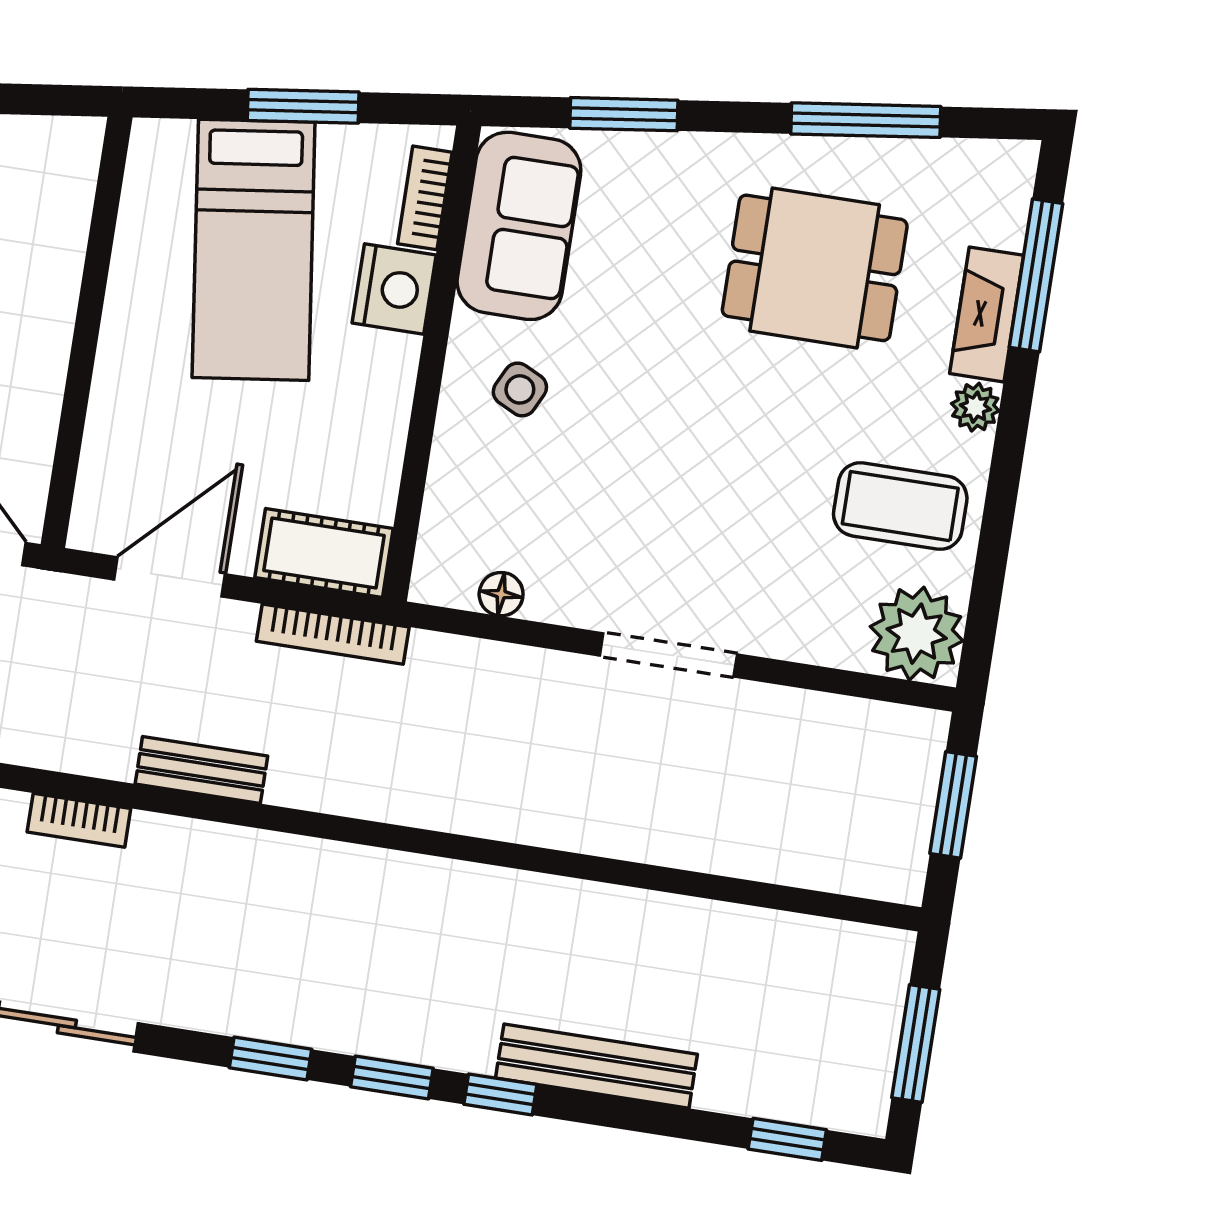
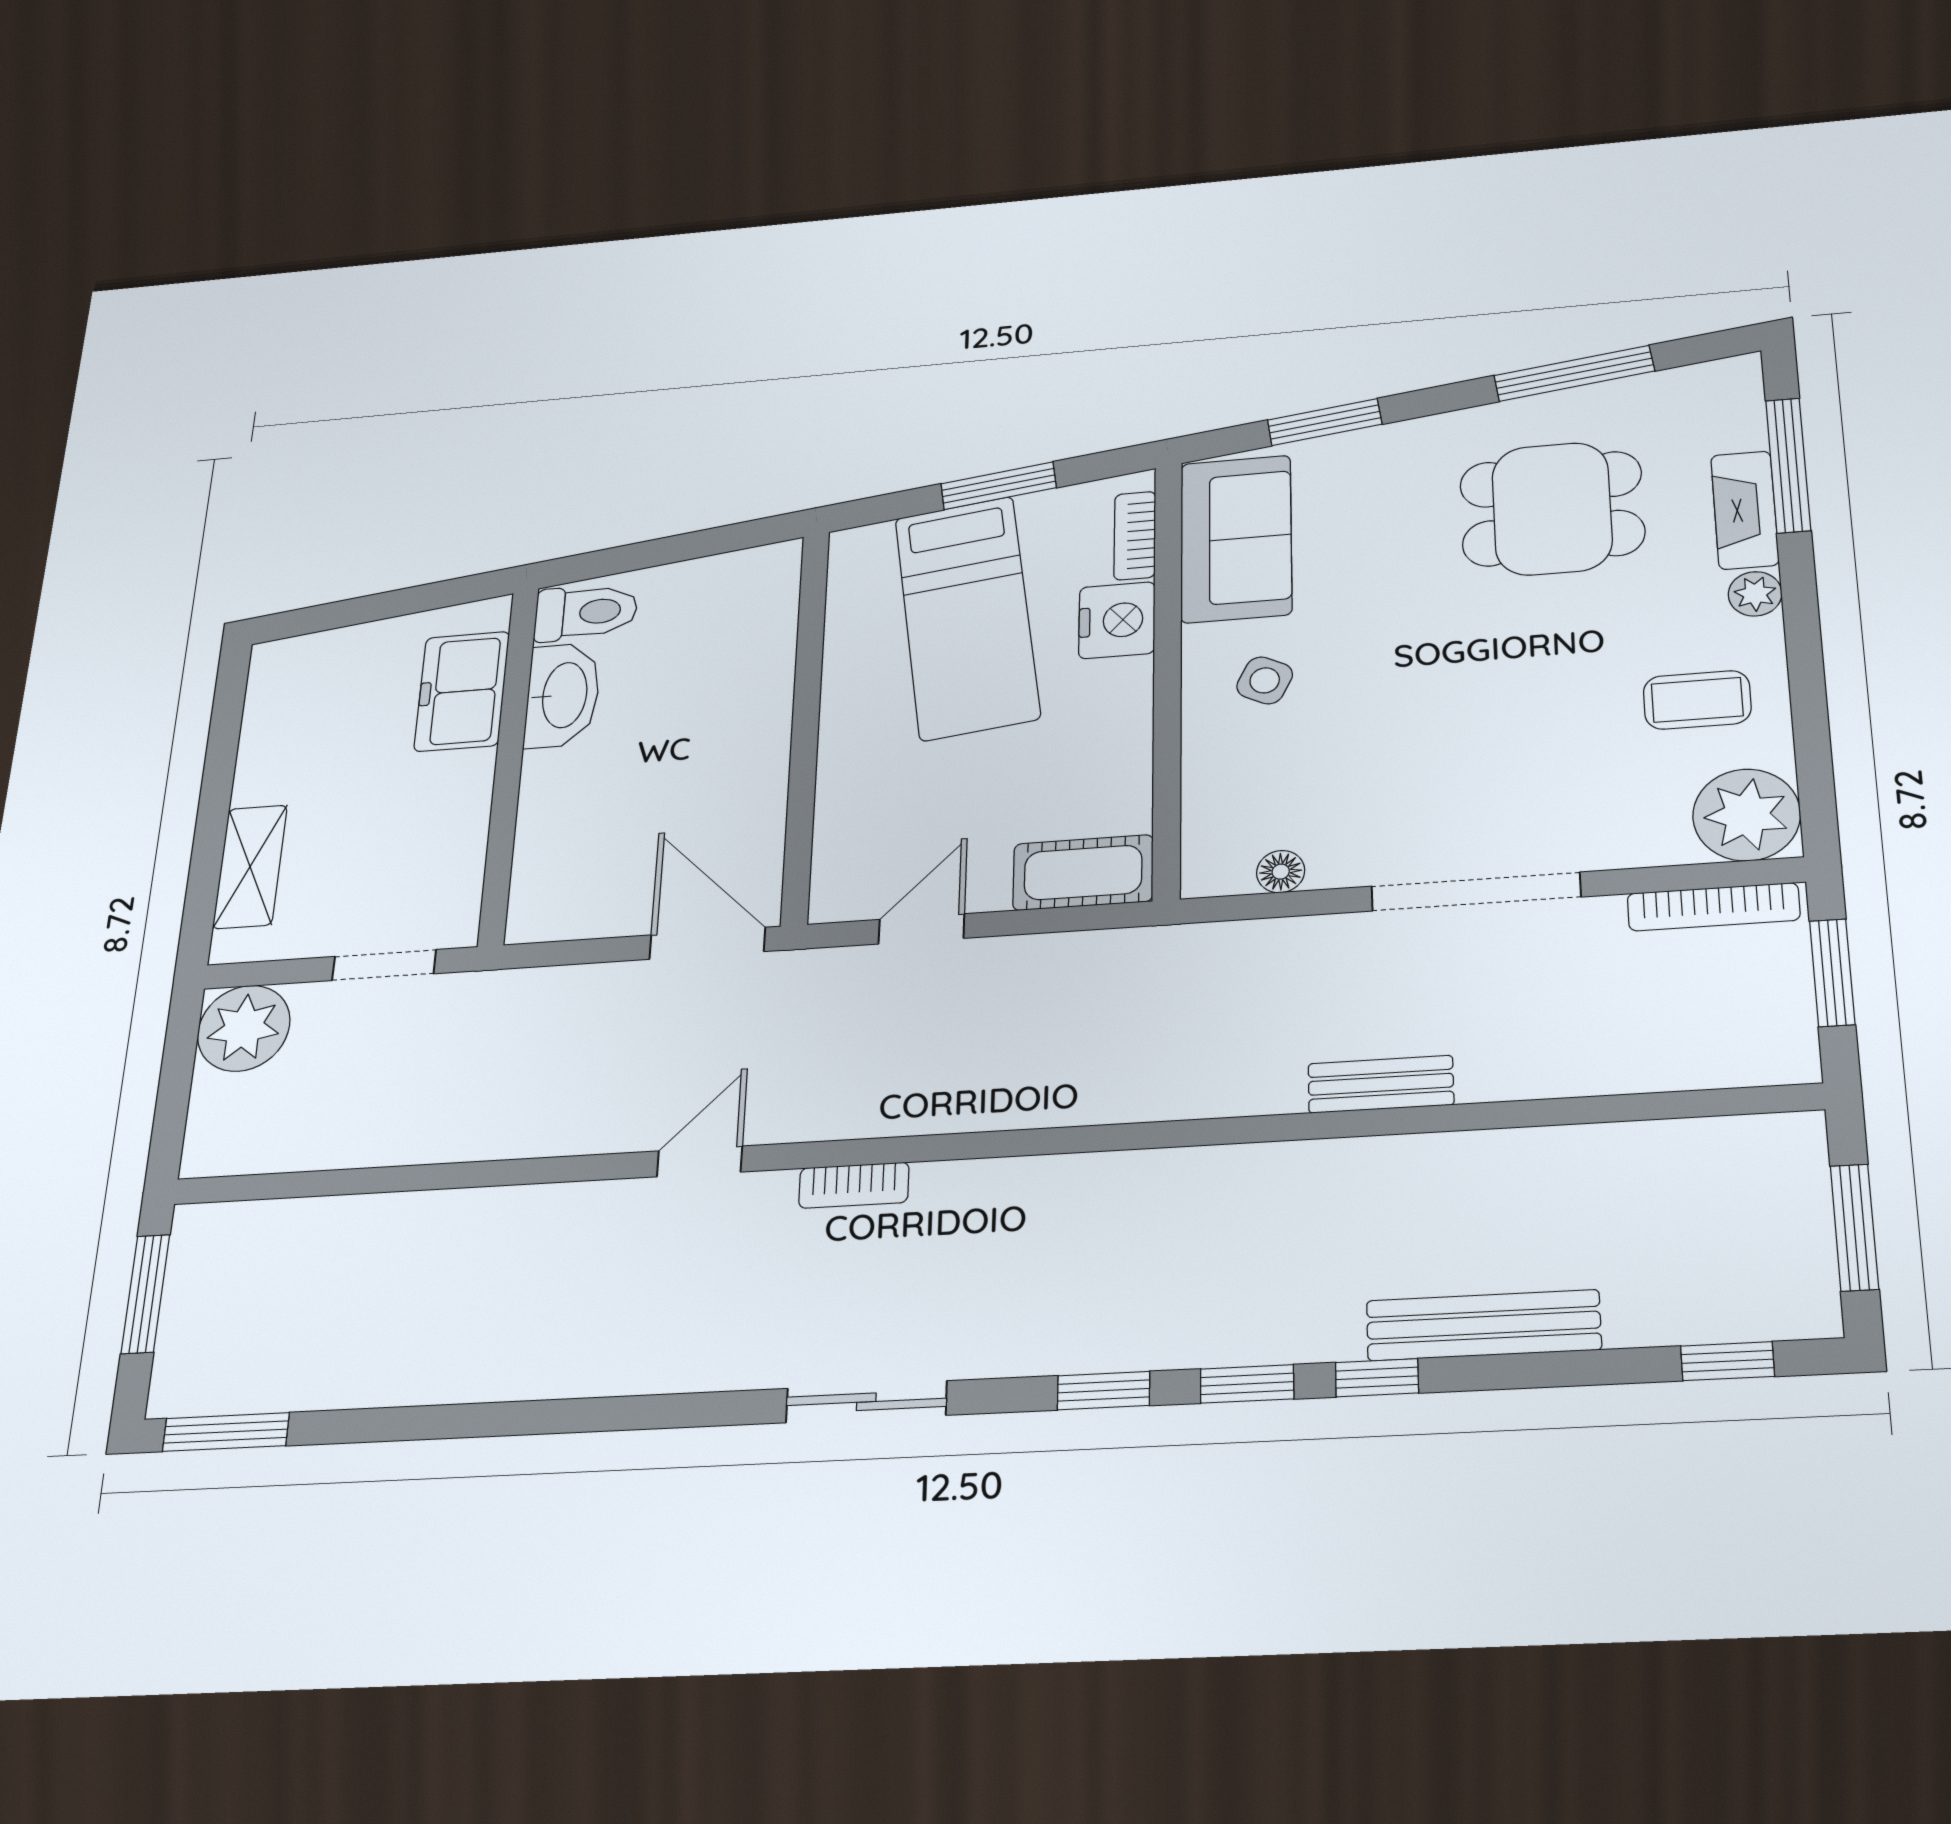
coffee table: (900, 506) -> (1697, 700), width x0.73, depth x0.77
door: (170, 577) -> (921, 929), width x0.73
bookcase: (333, 634) -> (1713, 907), moved
doorway: (668, 655) -> (1476, 892), width x1.36
bench: (201, 770) -> (1381, 1084), moved

